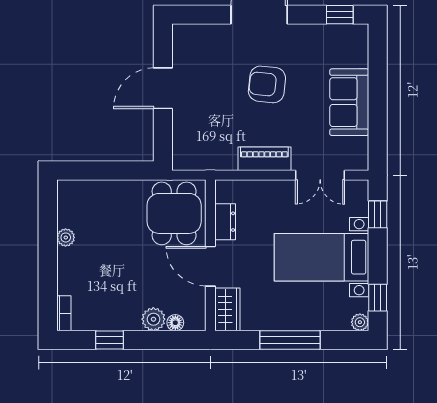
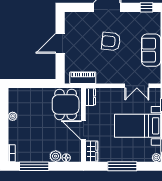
piano: (264, 159) -> (83, 78), moved
dresser: (225, 222) -> (90, 97), moved
window: (109, 340) -> (34, 166), width x2.17

